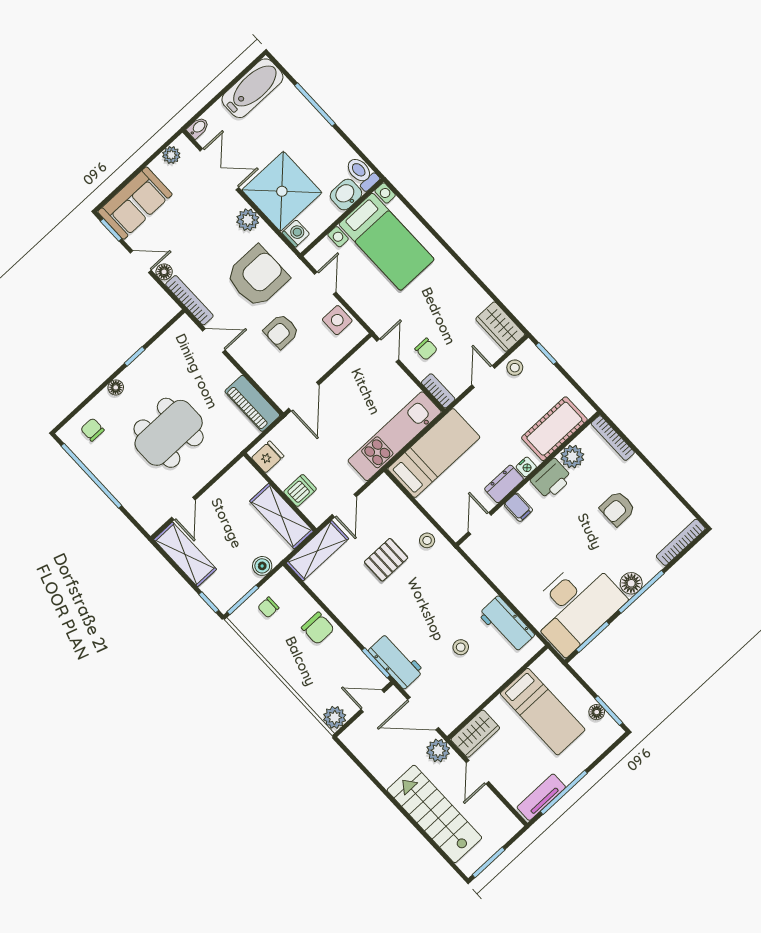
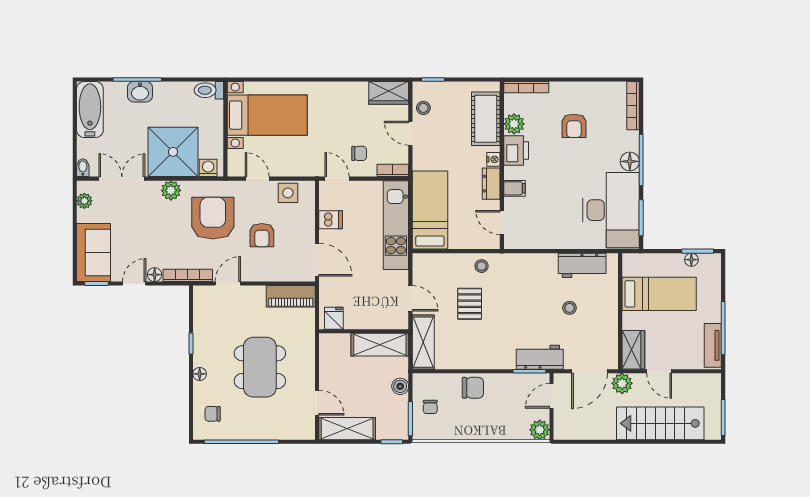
washbasin: (346, 195) -> (140, 92), moved, turned -90
dishwasher: (300, 490) -> (331, 220), moved, turned 90

